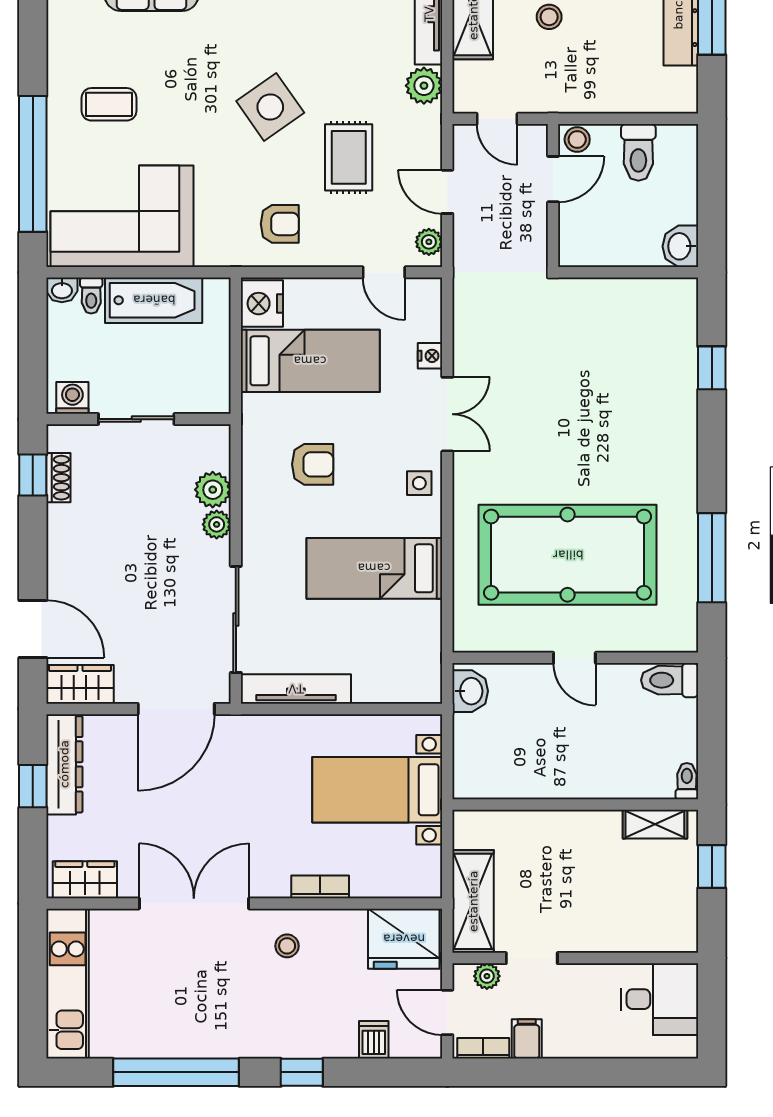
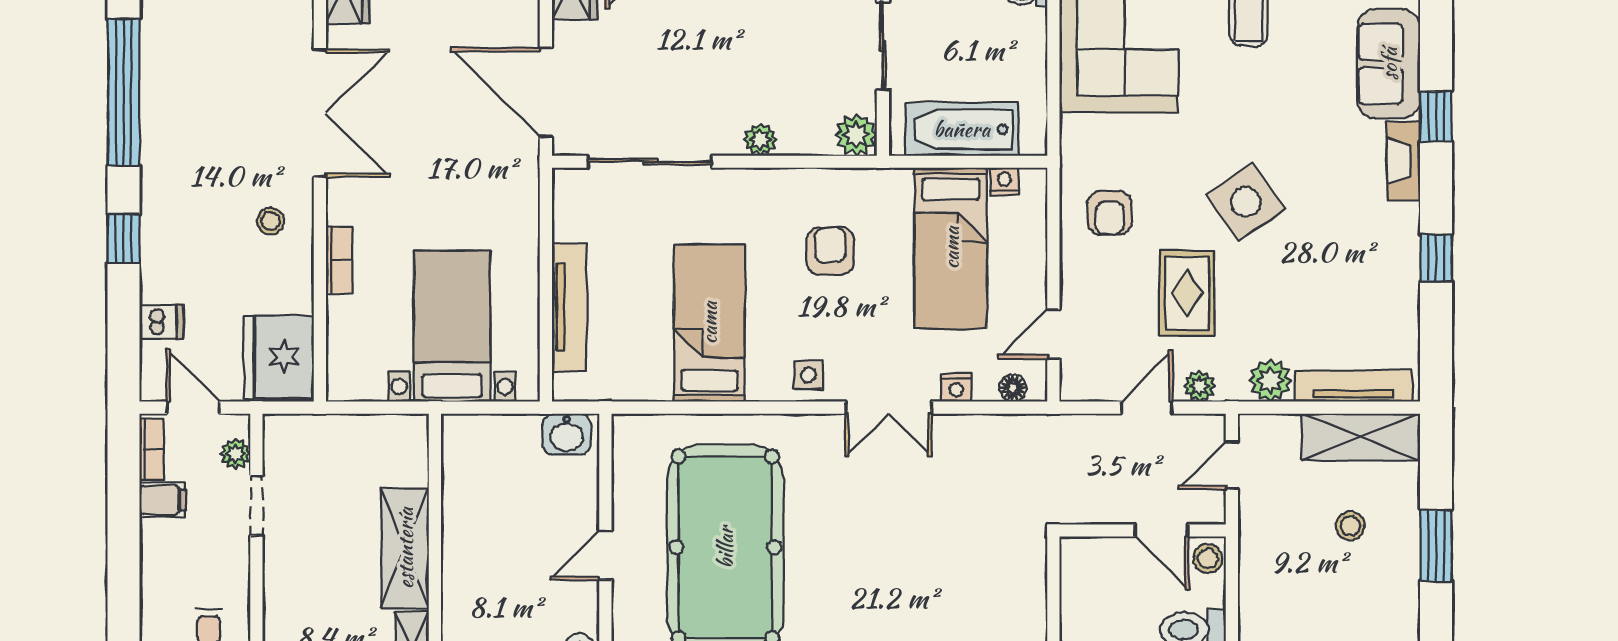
rug: (349, 157) -> (1187, 293), turned 90
plant: (429, 242) -> (1200, 386), moved
bathtub: (154, 300) -> (962, 129), moved, turned 90
nightstand: (262, 304) -> (1004, 181), width x0.53, depth x0.56
floor lamp: (431, 307) -> (1013, 388), added
armchair: (313, 464) -> (830, 251), turned 180
plant: (213, 490) -> (856, 135), moved
tv unit: (296, 689) -> (569, 307), moved
shelving: (473, 901) -> (405, 548), moved, turned 90
door: (447, 1012) -> (193, 408), hinge flipped

